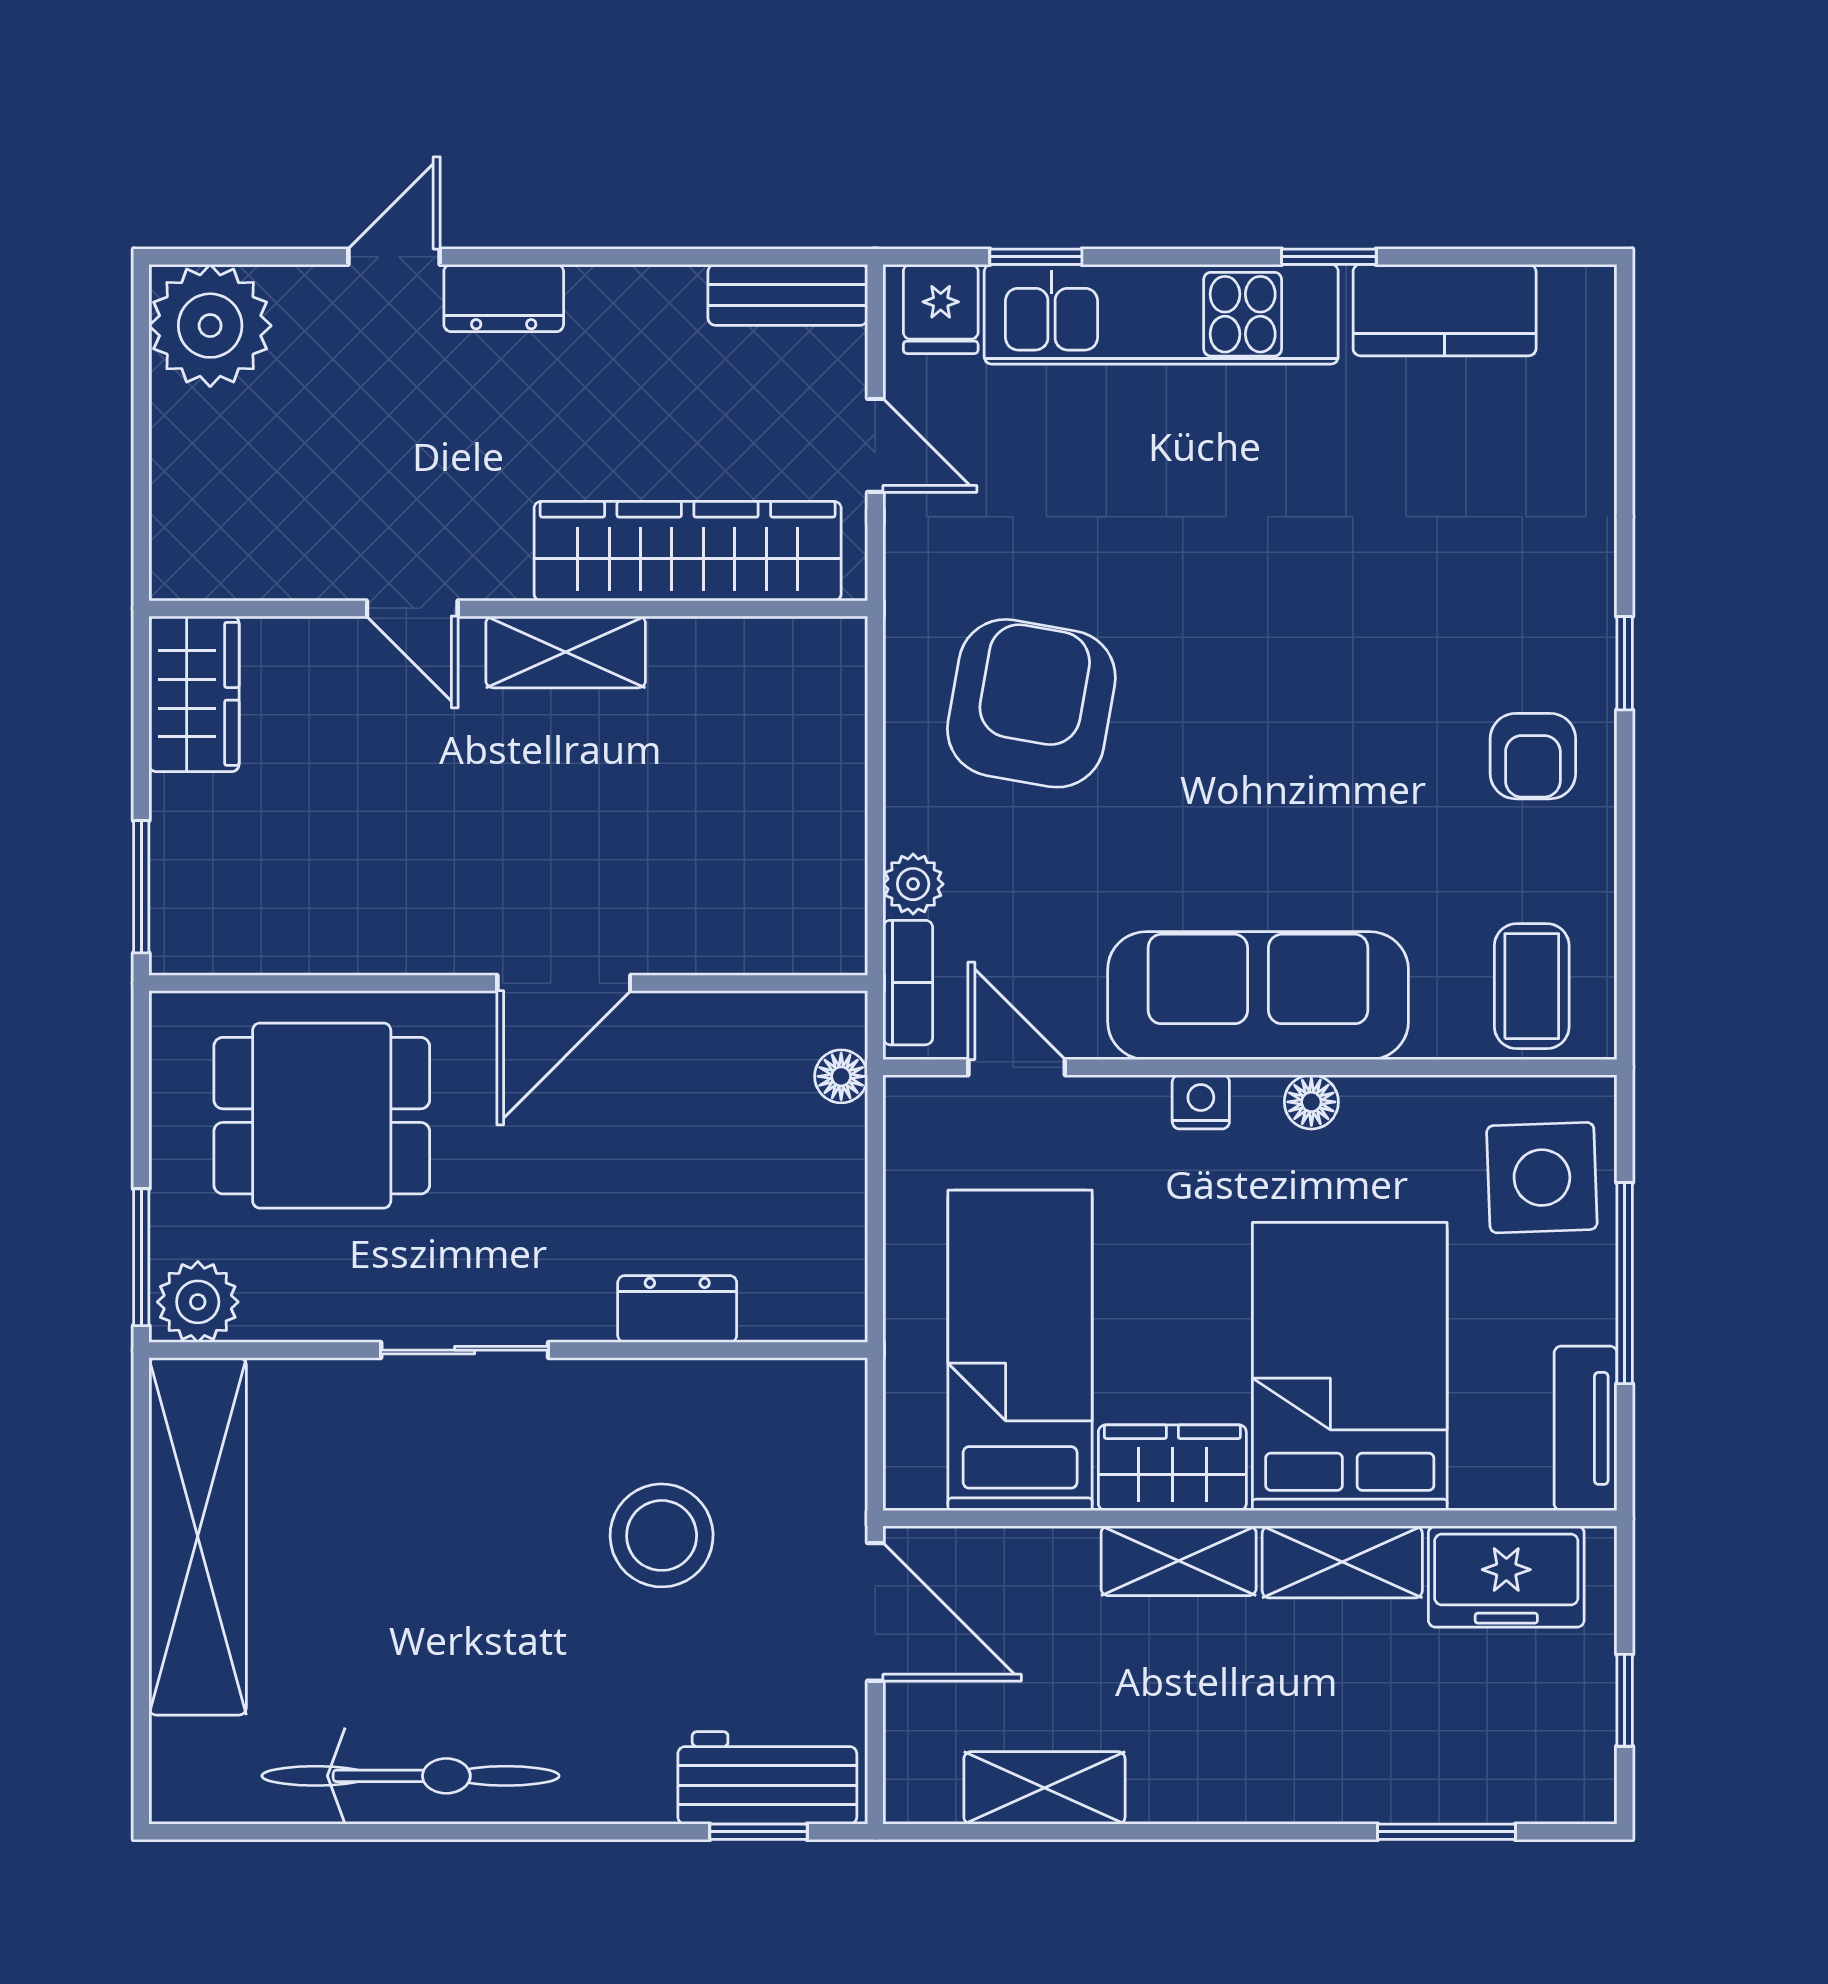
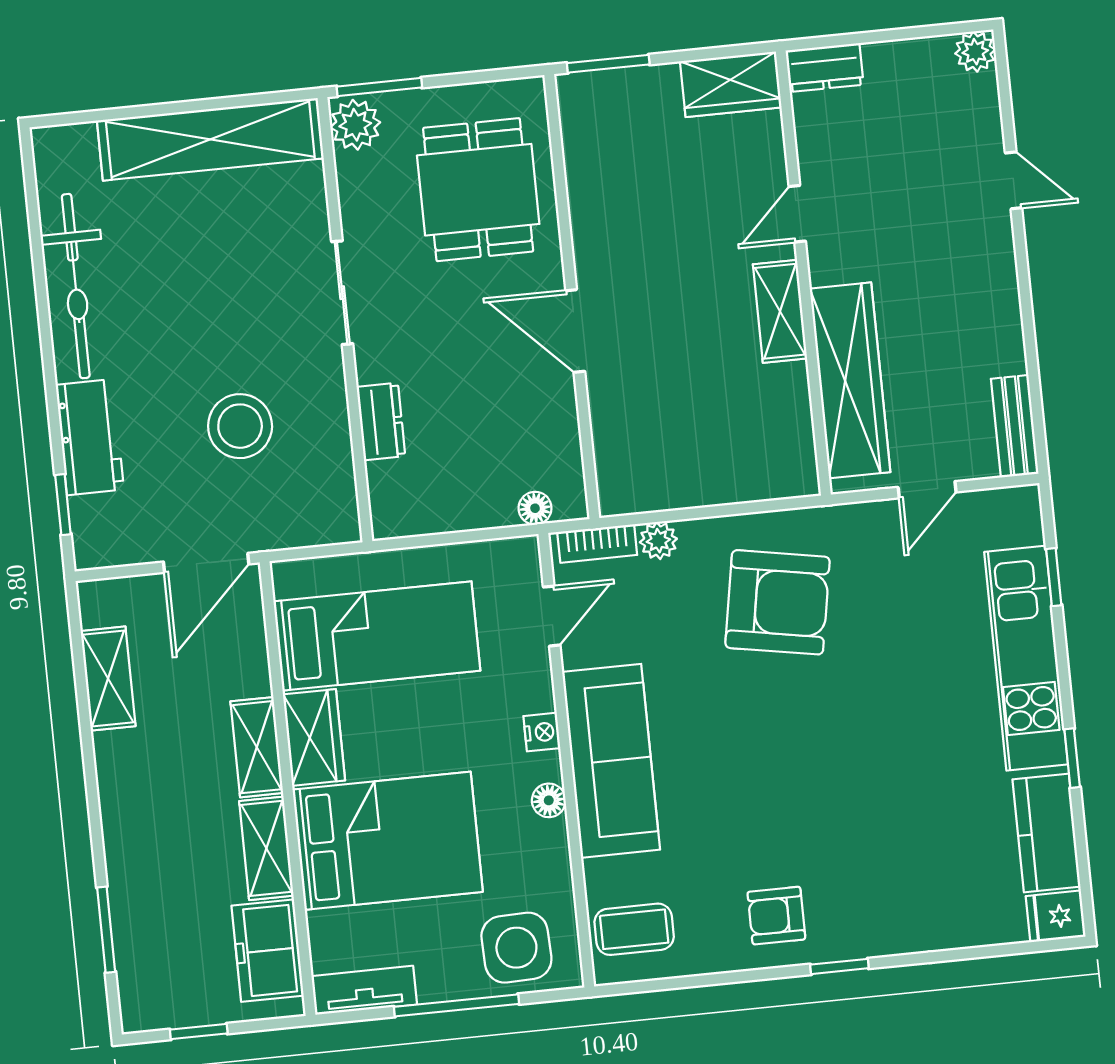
dresser: (504, 298) -> (825, 68), moved, turned -90
fridge: (941, 309) -> (1056, 916), moved
plant: (210, 326) -> (975, 52), width x0.53, depth x0.53
workbench: (767, 1778) -> (90, 437), moved

